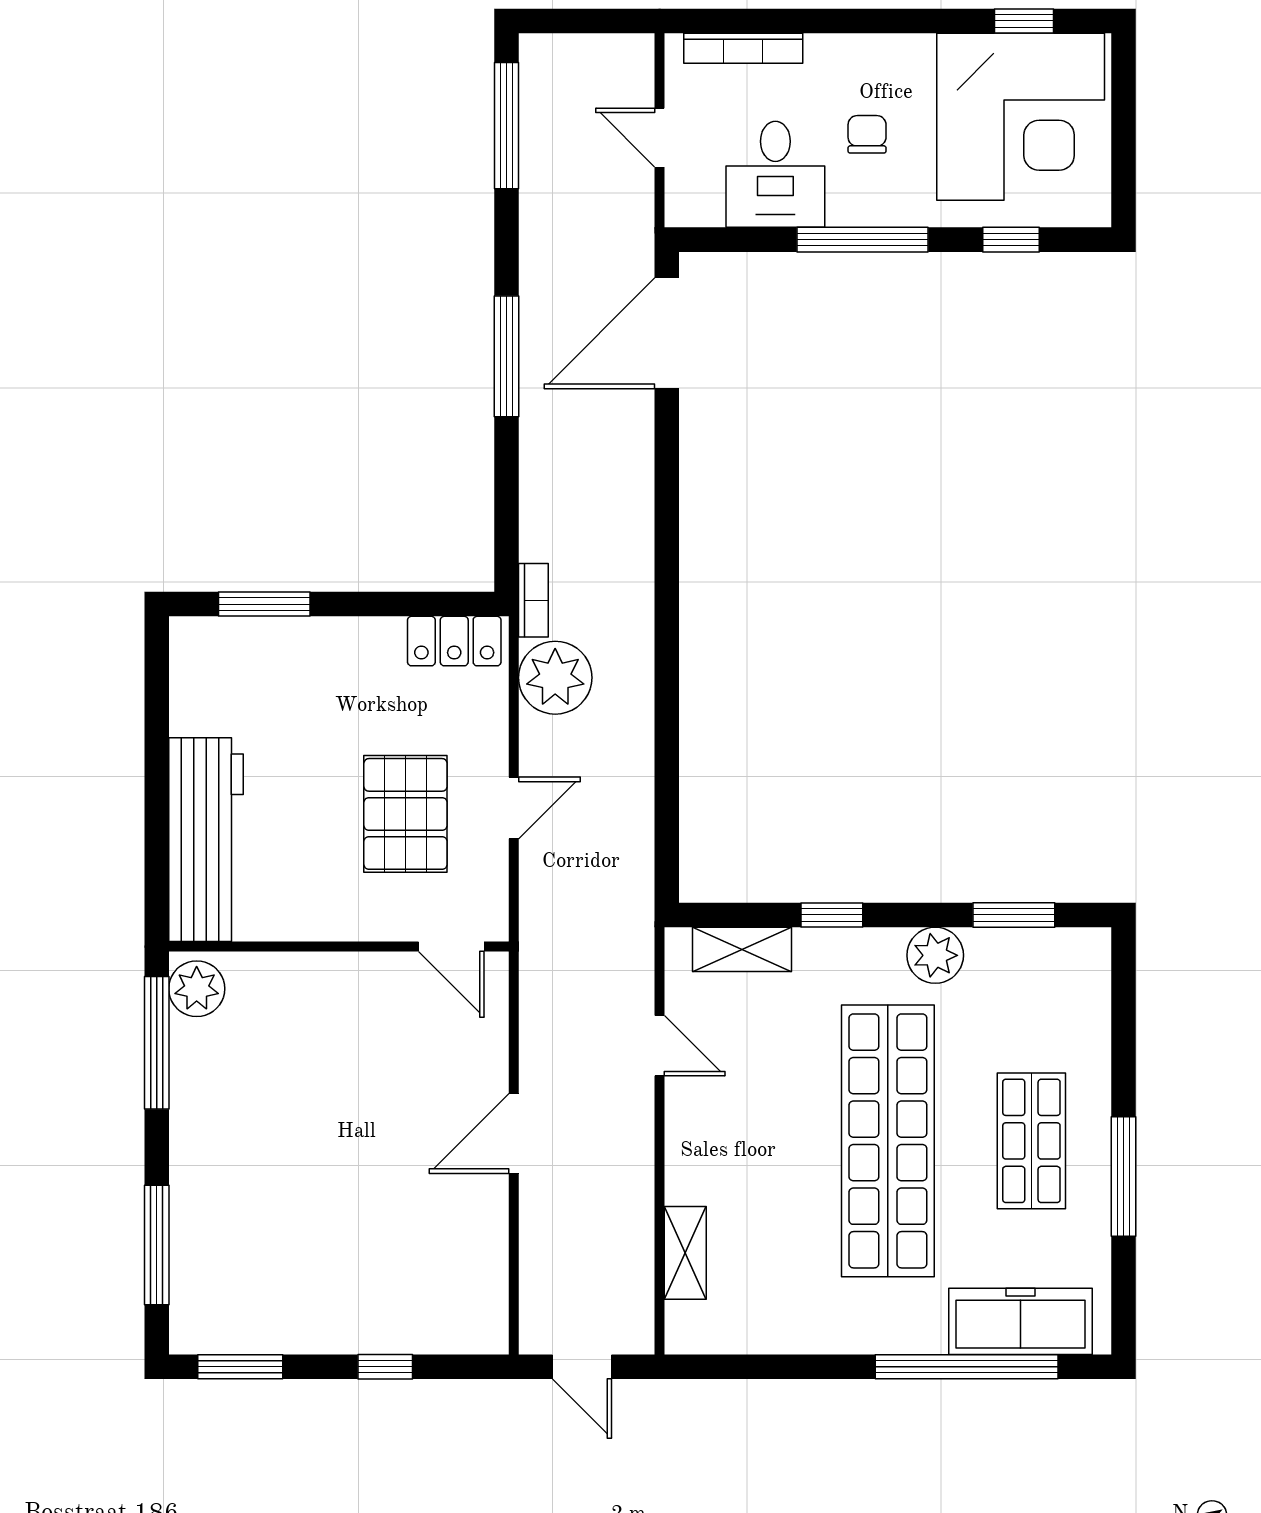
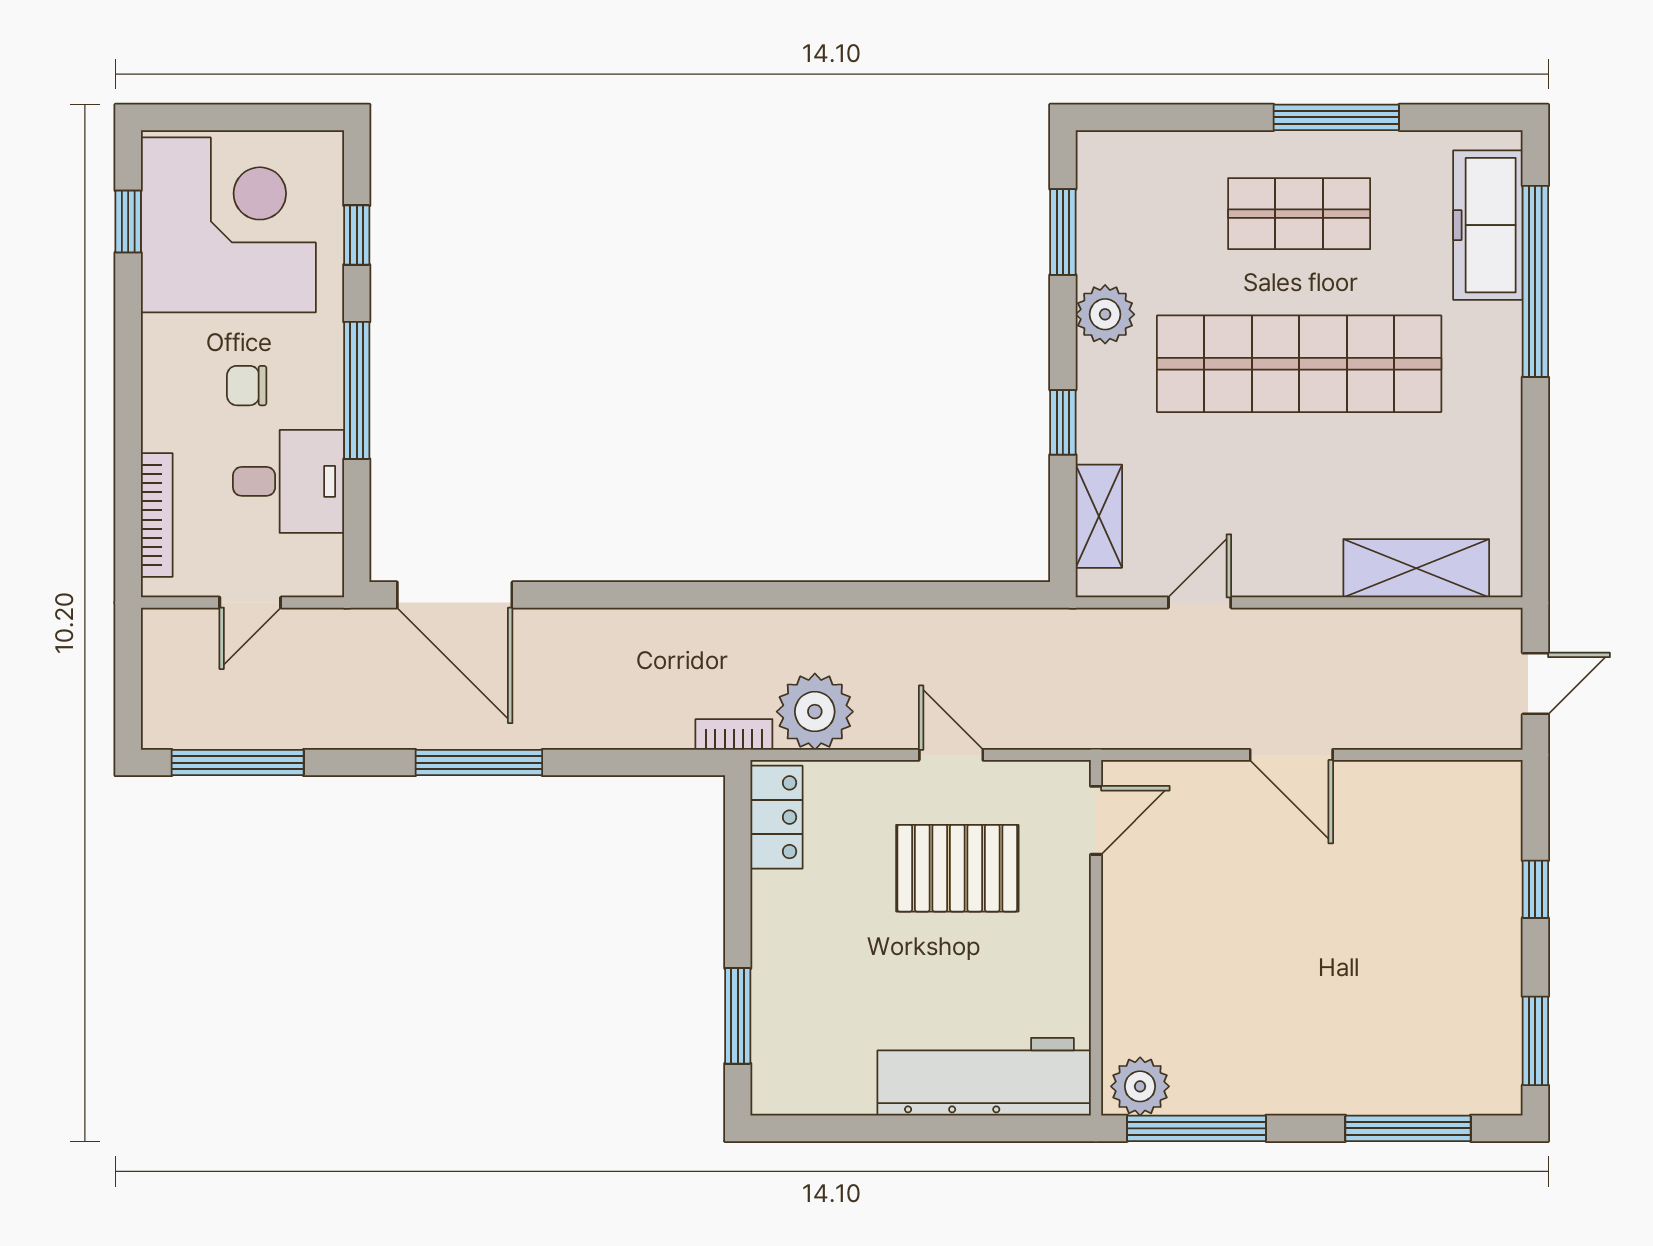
shelving: (685, 1253) -> (1416, 568), width x1.50, depth x1.33

